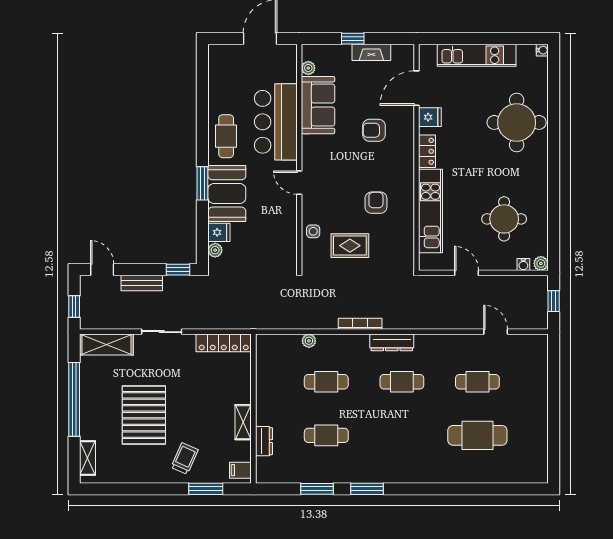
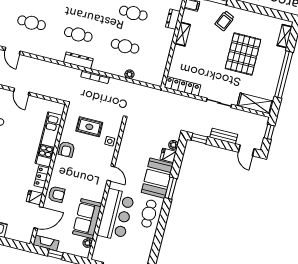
door: (417, 88) -> (38, 218), moved
fridge: (430, 117) -> (35, 197), moved
locker: (427, 151) -> (42, 177), moved
wall: (417, 157) -> (49, 175), moved
kitchen unit: (431, 211) -> (49, 139), moved

